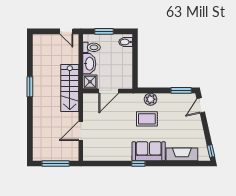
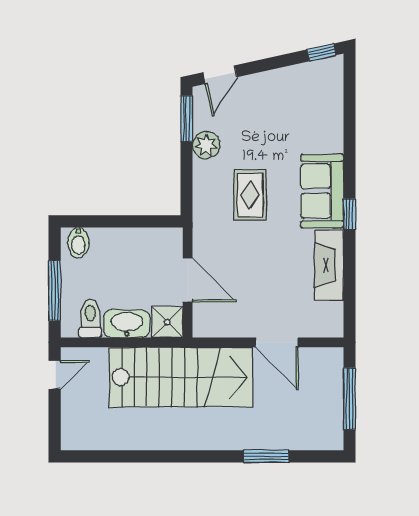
window: (104, 31) -> (55, 291), width x1.44
window: (30, 87) -> (266, 456), moved
stairs: (70, 88) -> (181, 377), width x1.36, depth x1.51
plant: (150, 99) -> (206, 145), moved
door: (201, 105) -> (220, 75), hinge flipped
fireplace: (182, 154) -> (329, 265), moved

